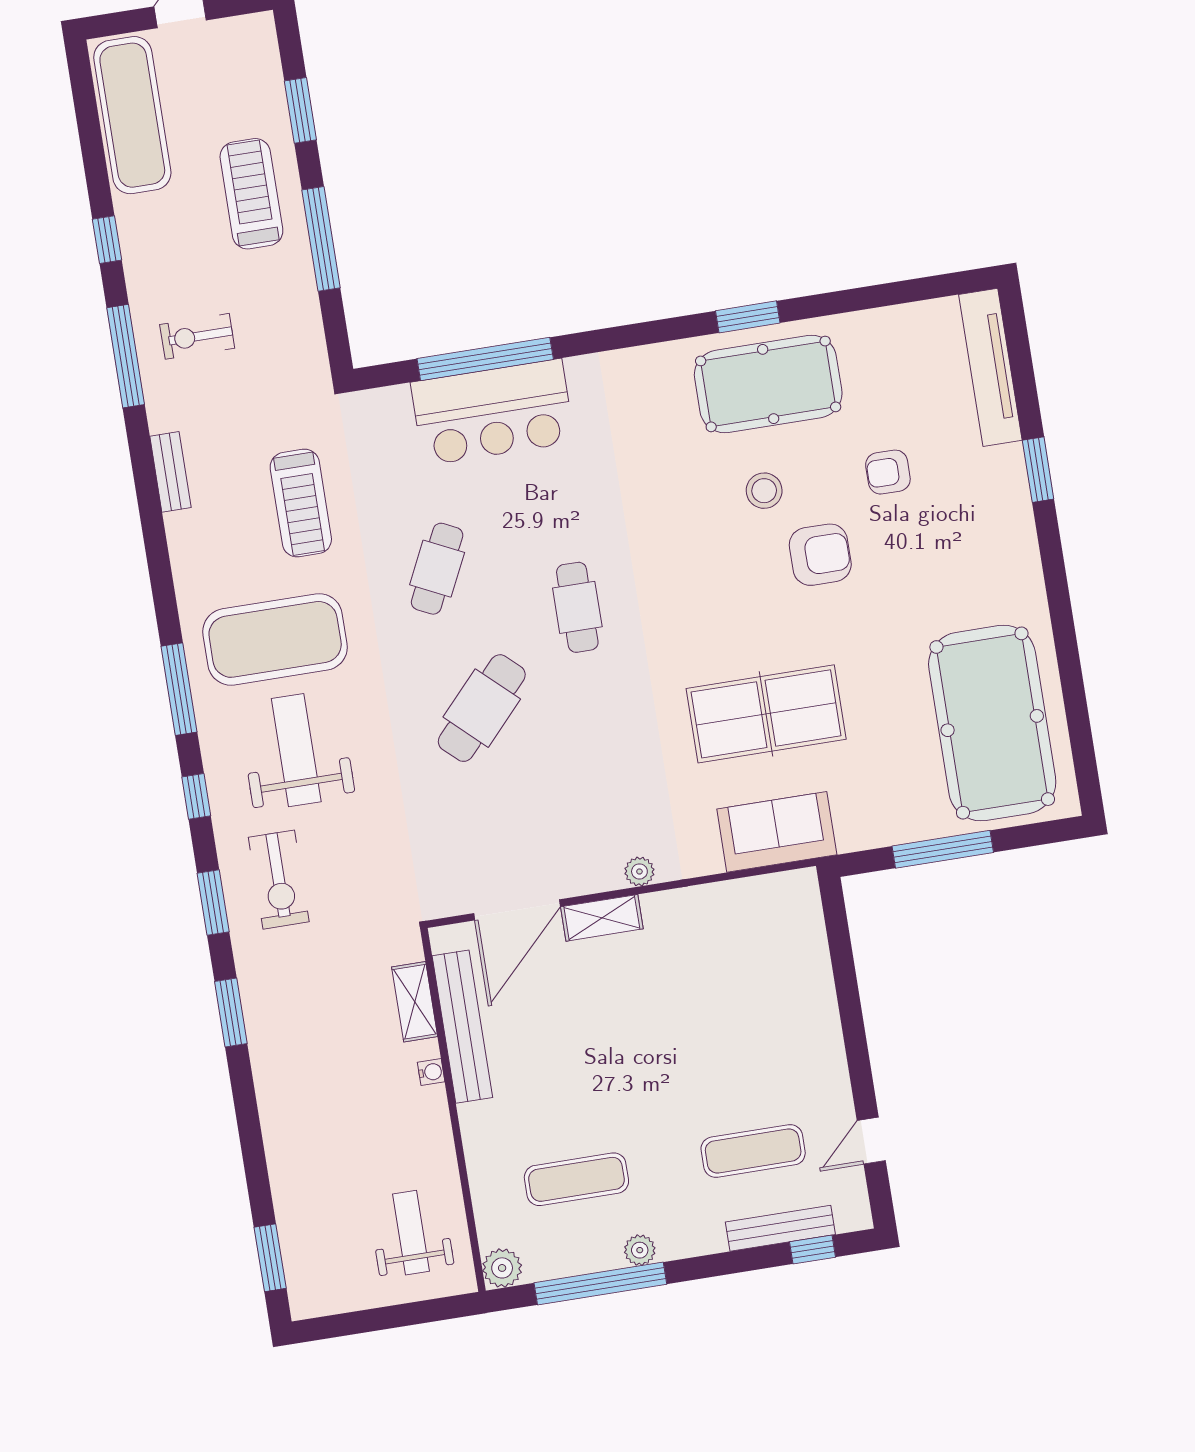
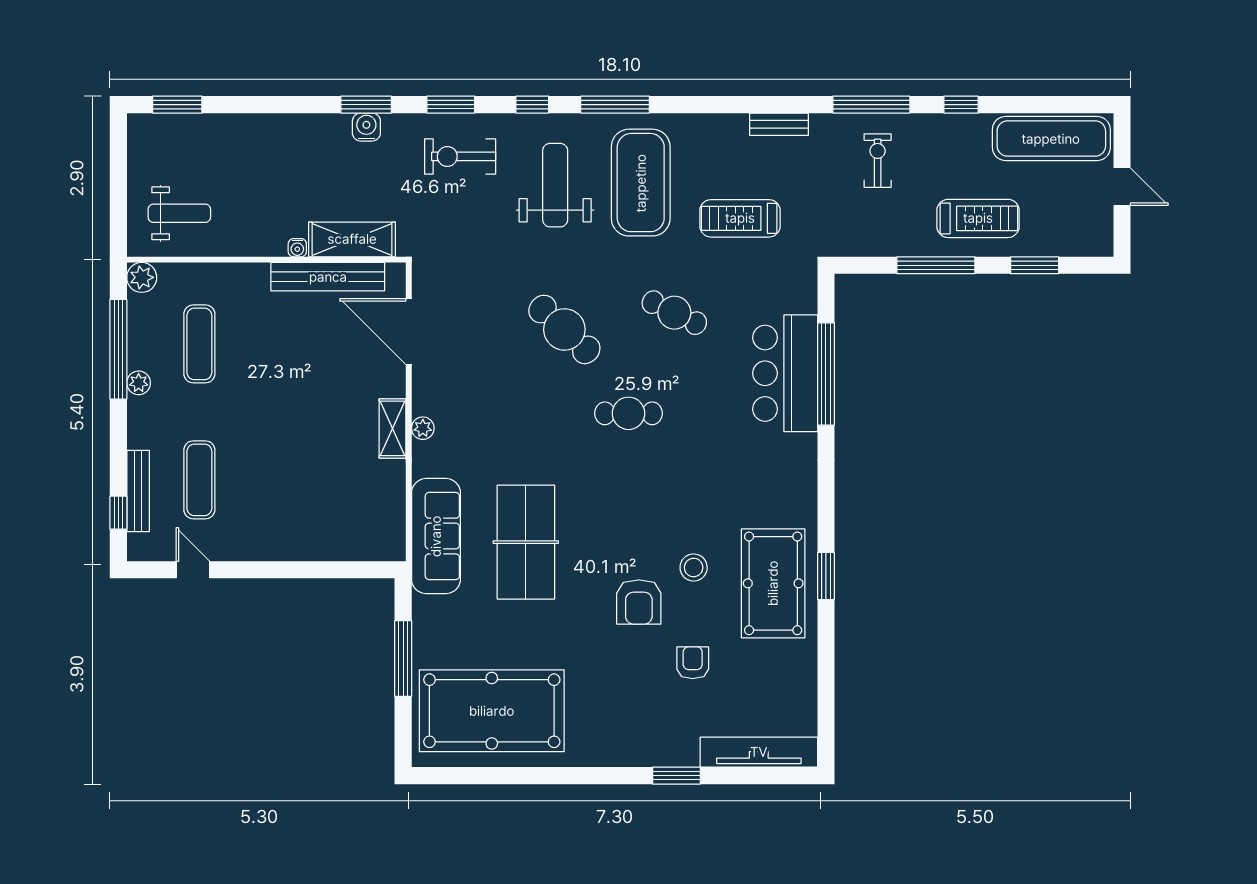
weight bench: (296, 750) -> (555, 185), turned -90
sofa: (777, 832) -> (436, 536), width x1.36
shelving: (602, 918) -> (393, 428), moved
shelving: (415, 1002) -> (352, 239), width x1.50, depth x1.33
water cooler: (260, 1007) -> (366, 127), added

